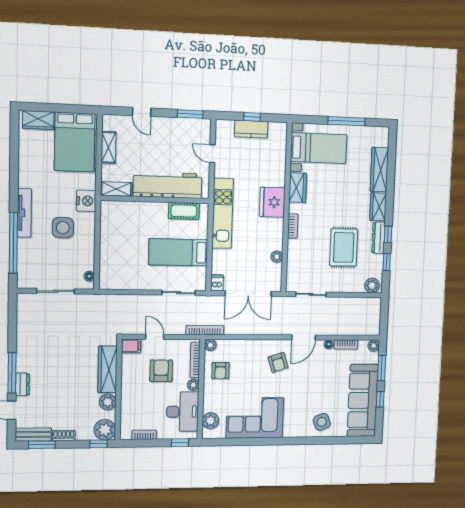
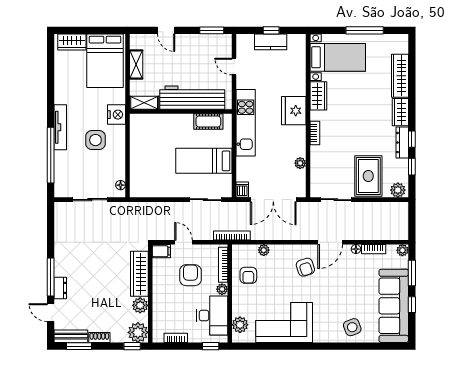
rug: (344, 247) -> (368, 176), moved
plant: (210, 345) -> (264, 250), moved

